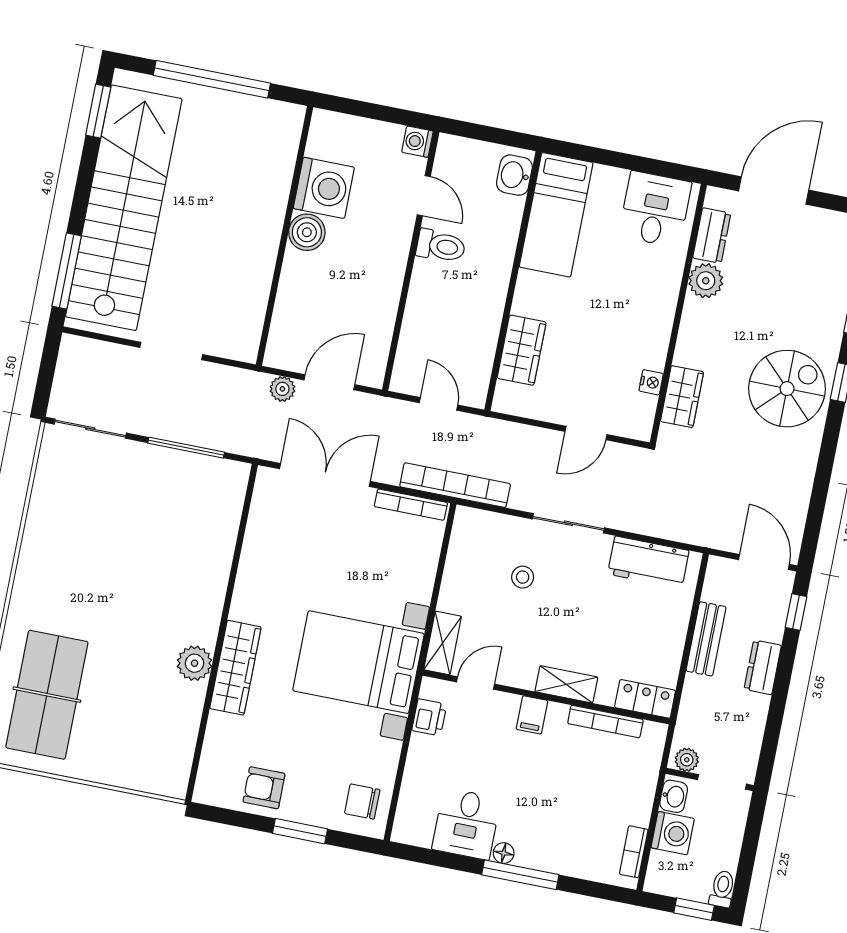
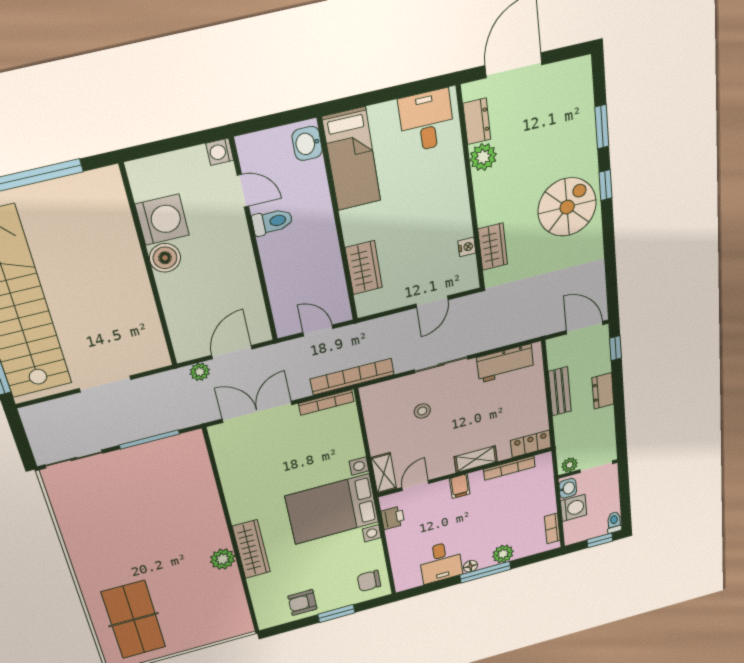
plant: (554, 857) -> (503, 554), added

